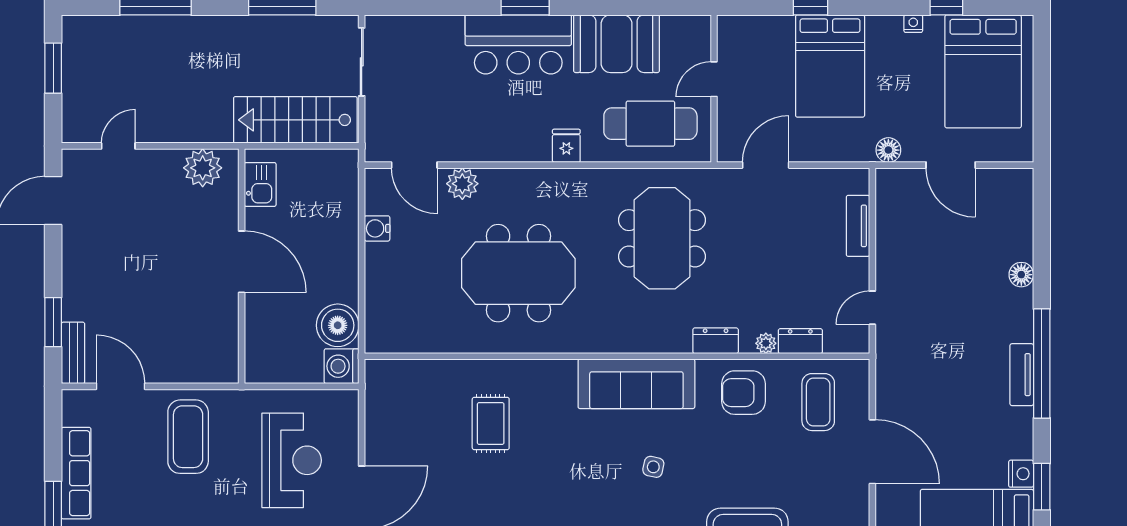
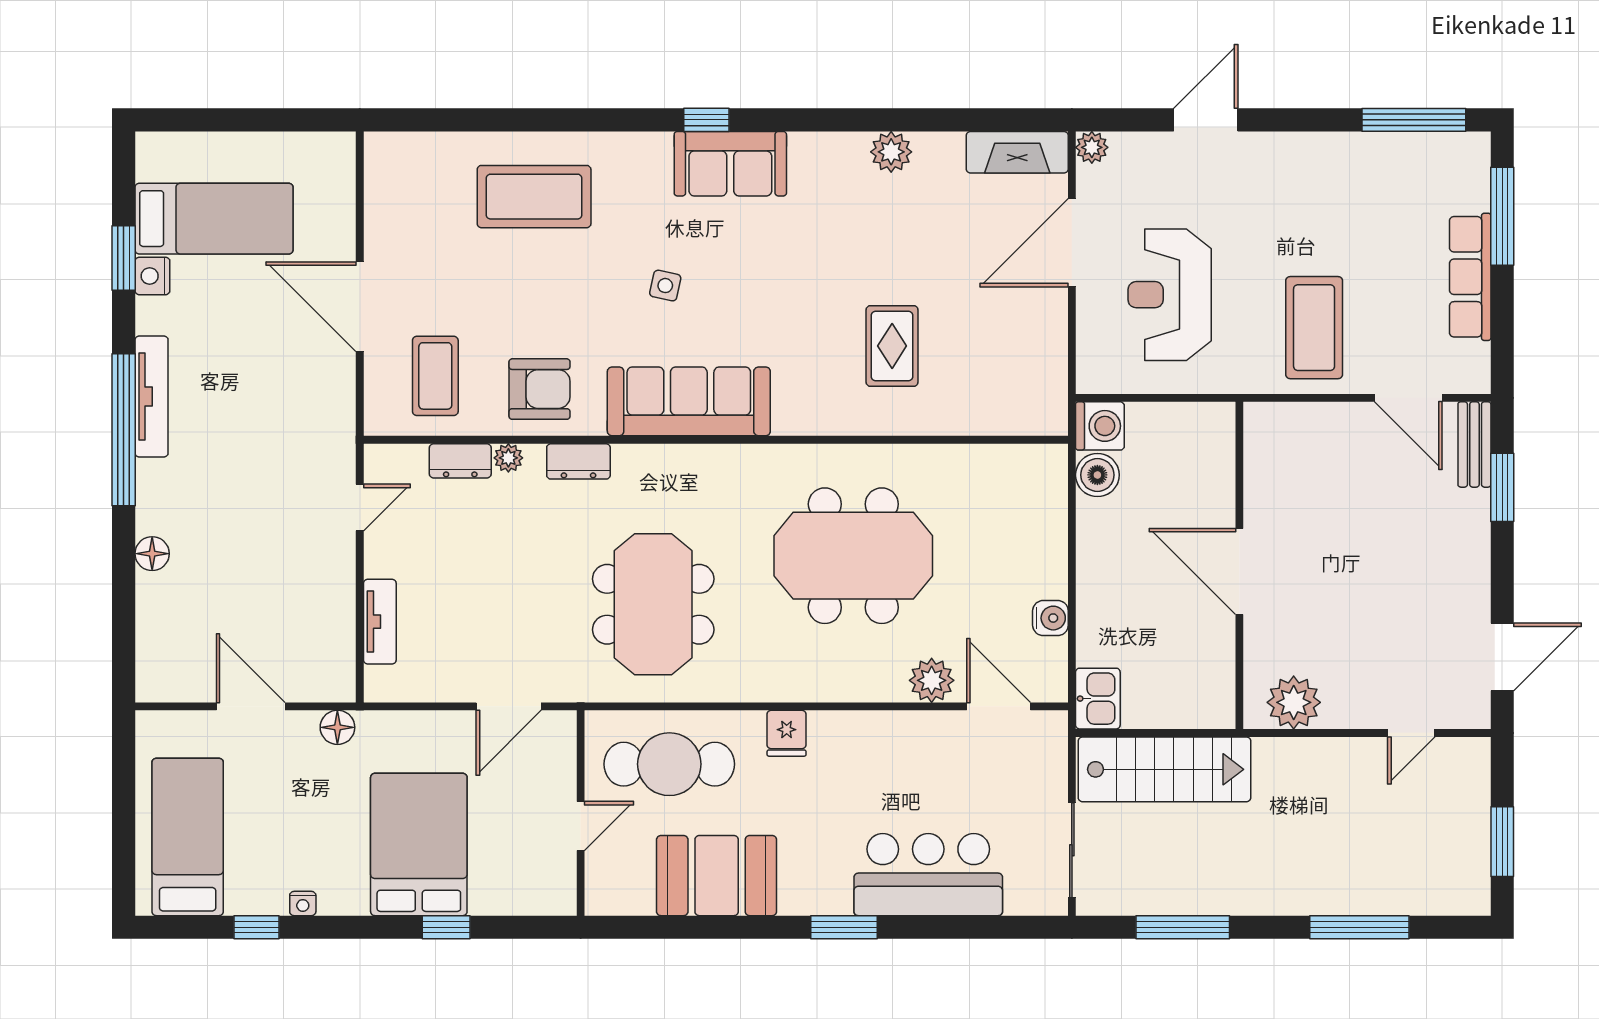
bar counter: (518, 44) -> (928, 875), moved
bed: (983, 71) -> (188, 837), width x0.67
kitchen sink: (260, 184) -> (1098, 699), moved, turned 180
boiler: (338, 325) -> (1097, 475), width x0.73, depth x0.73
tv unit: (1022, 375) -> (152, 397), width x1.41

